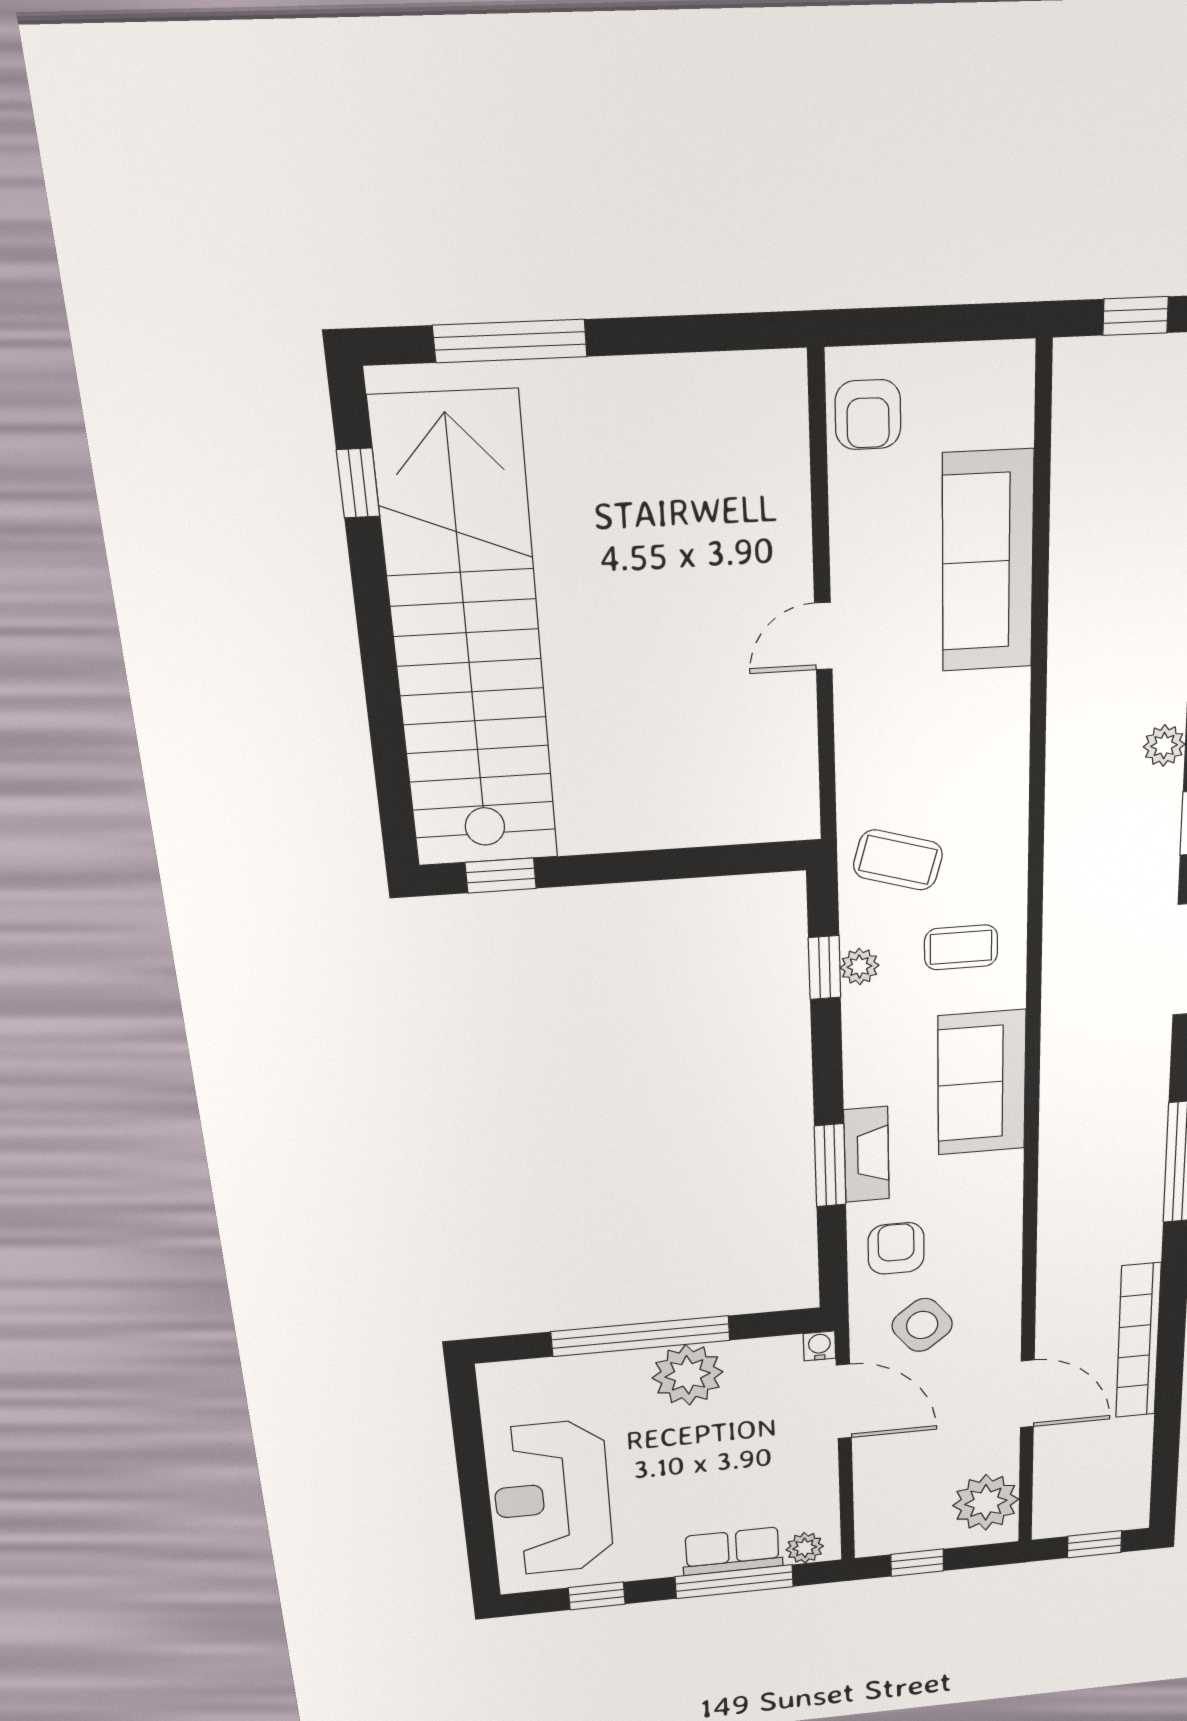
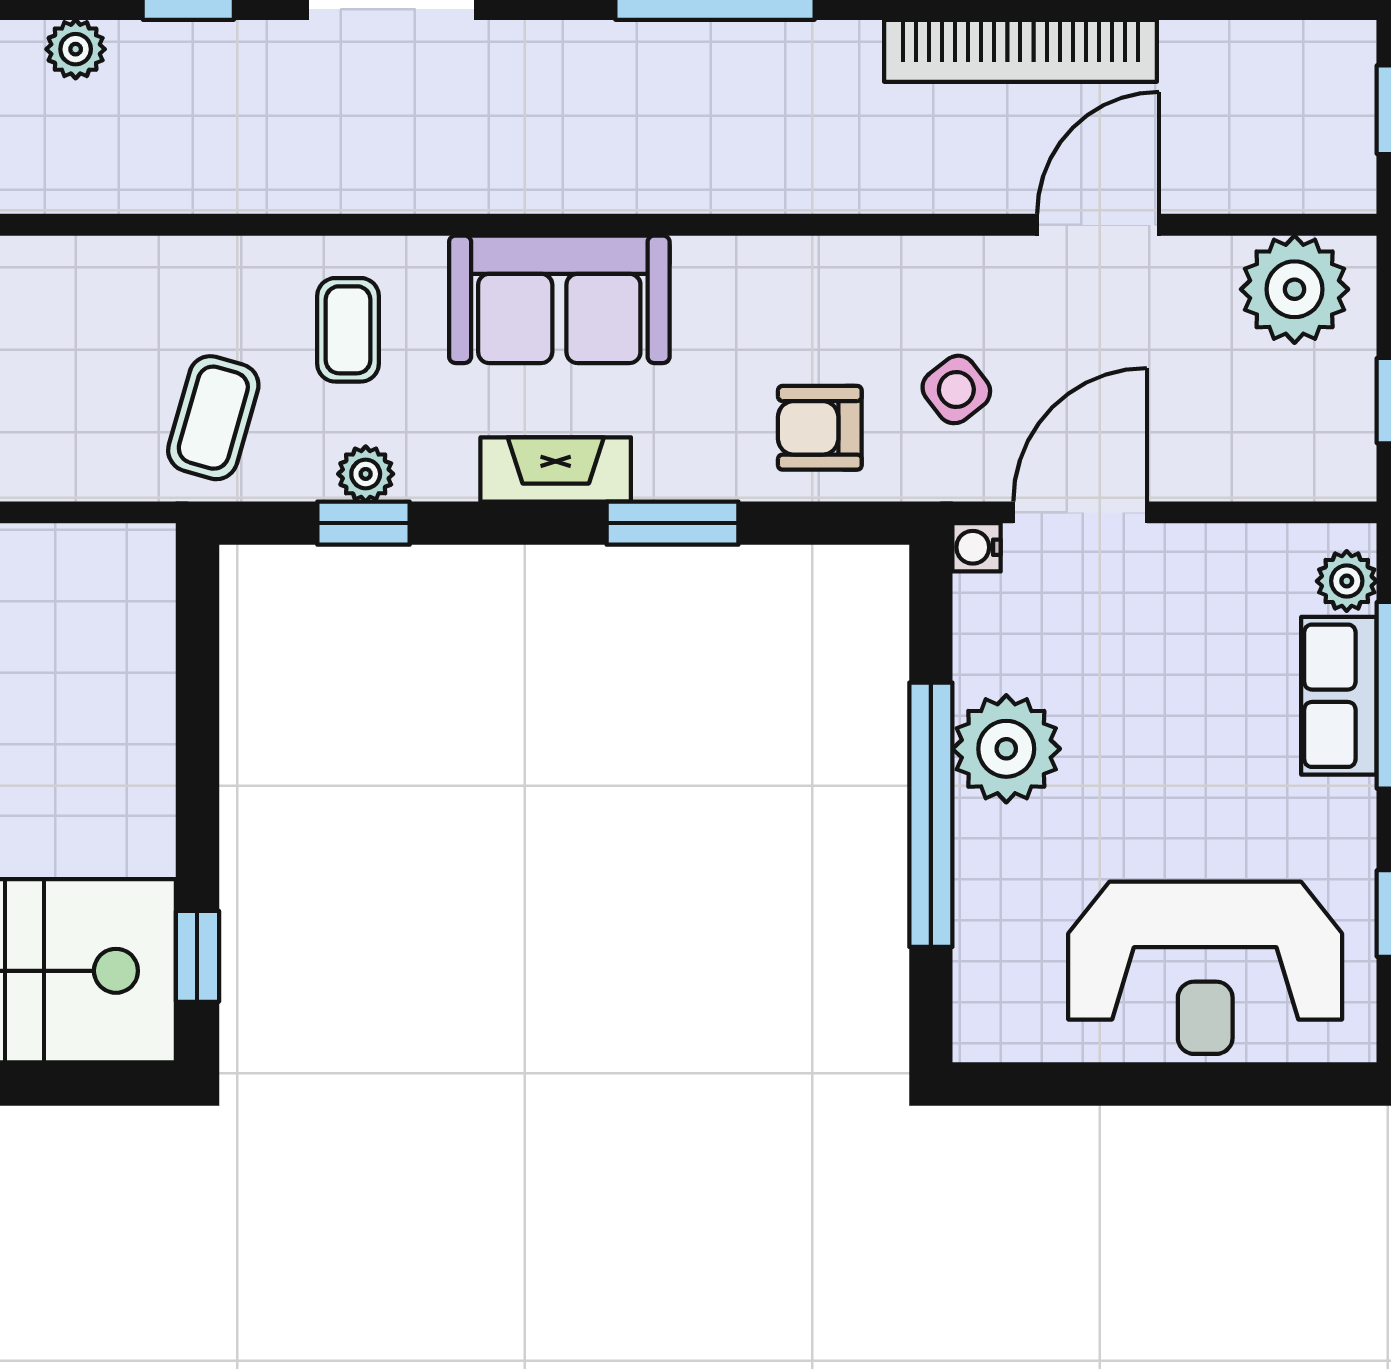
fireplace: (866, 1154) -> (556, 469), moved
side table: (922, 1325) -> (956, 389), width x0.73, depth x0.73

